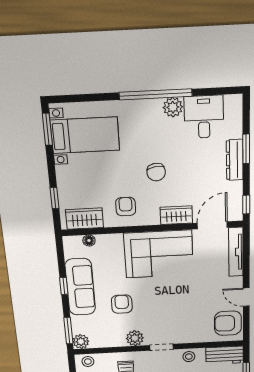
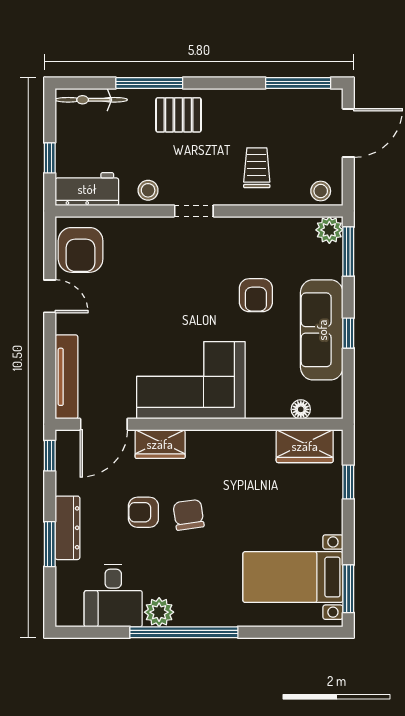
armchair: (126, 207) -> (143, 512), moved, turned 90
armchair: (228, 323) -> (81, 250), turned 90
plant: (135, 338) -> (238, 231), removed

